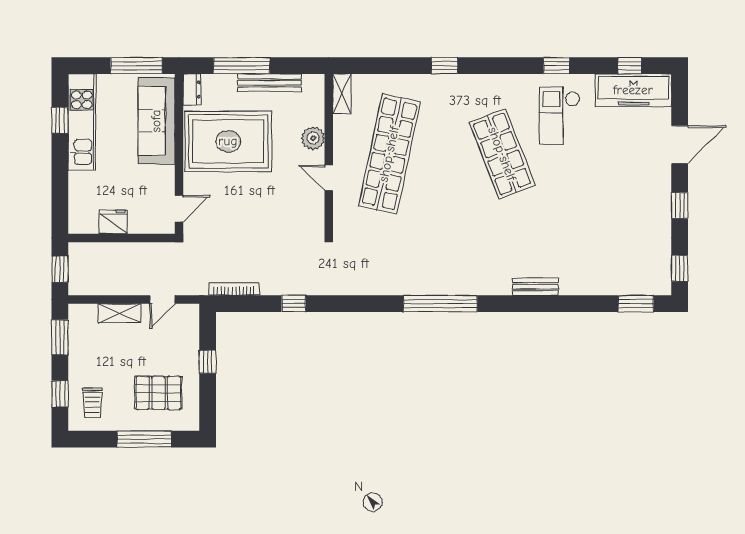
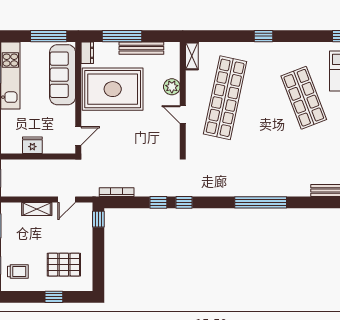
window: (330, 304) -> (184, 202), added
window: (208, 362) -> (98, 219), moved
trolley: (92, 403) -> (18, 271), turned -90
window: (144, 439) -> (54, 297), width x0.46

